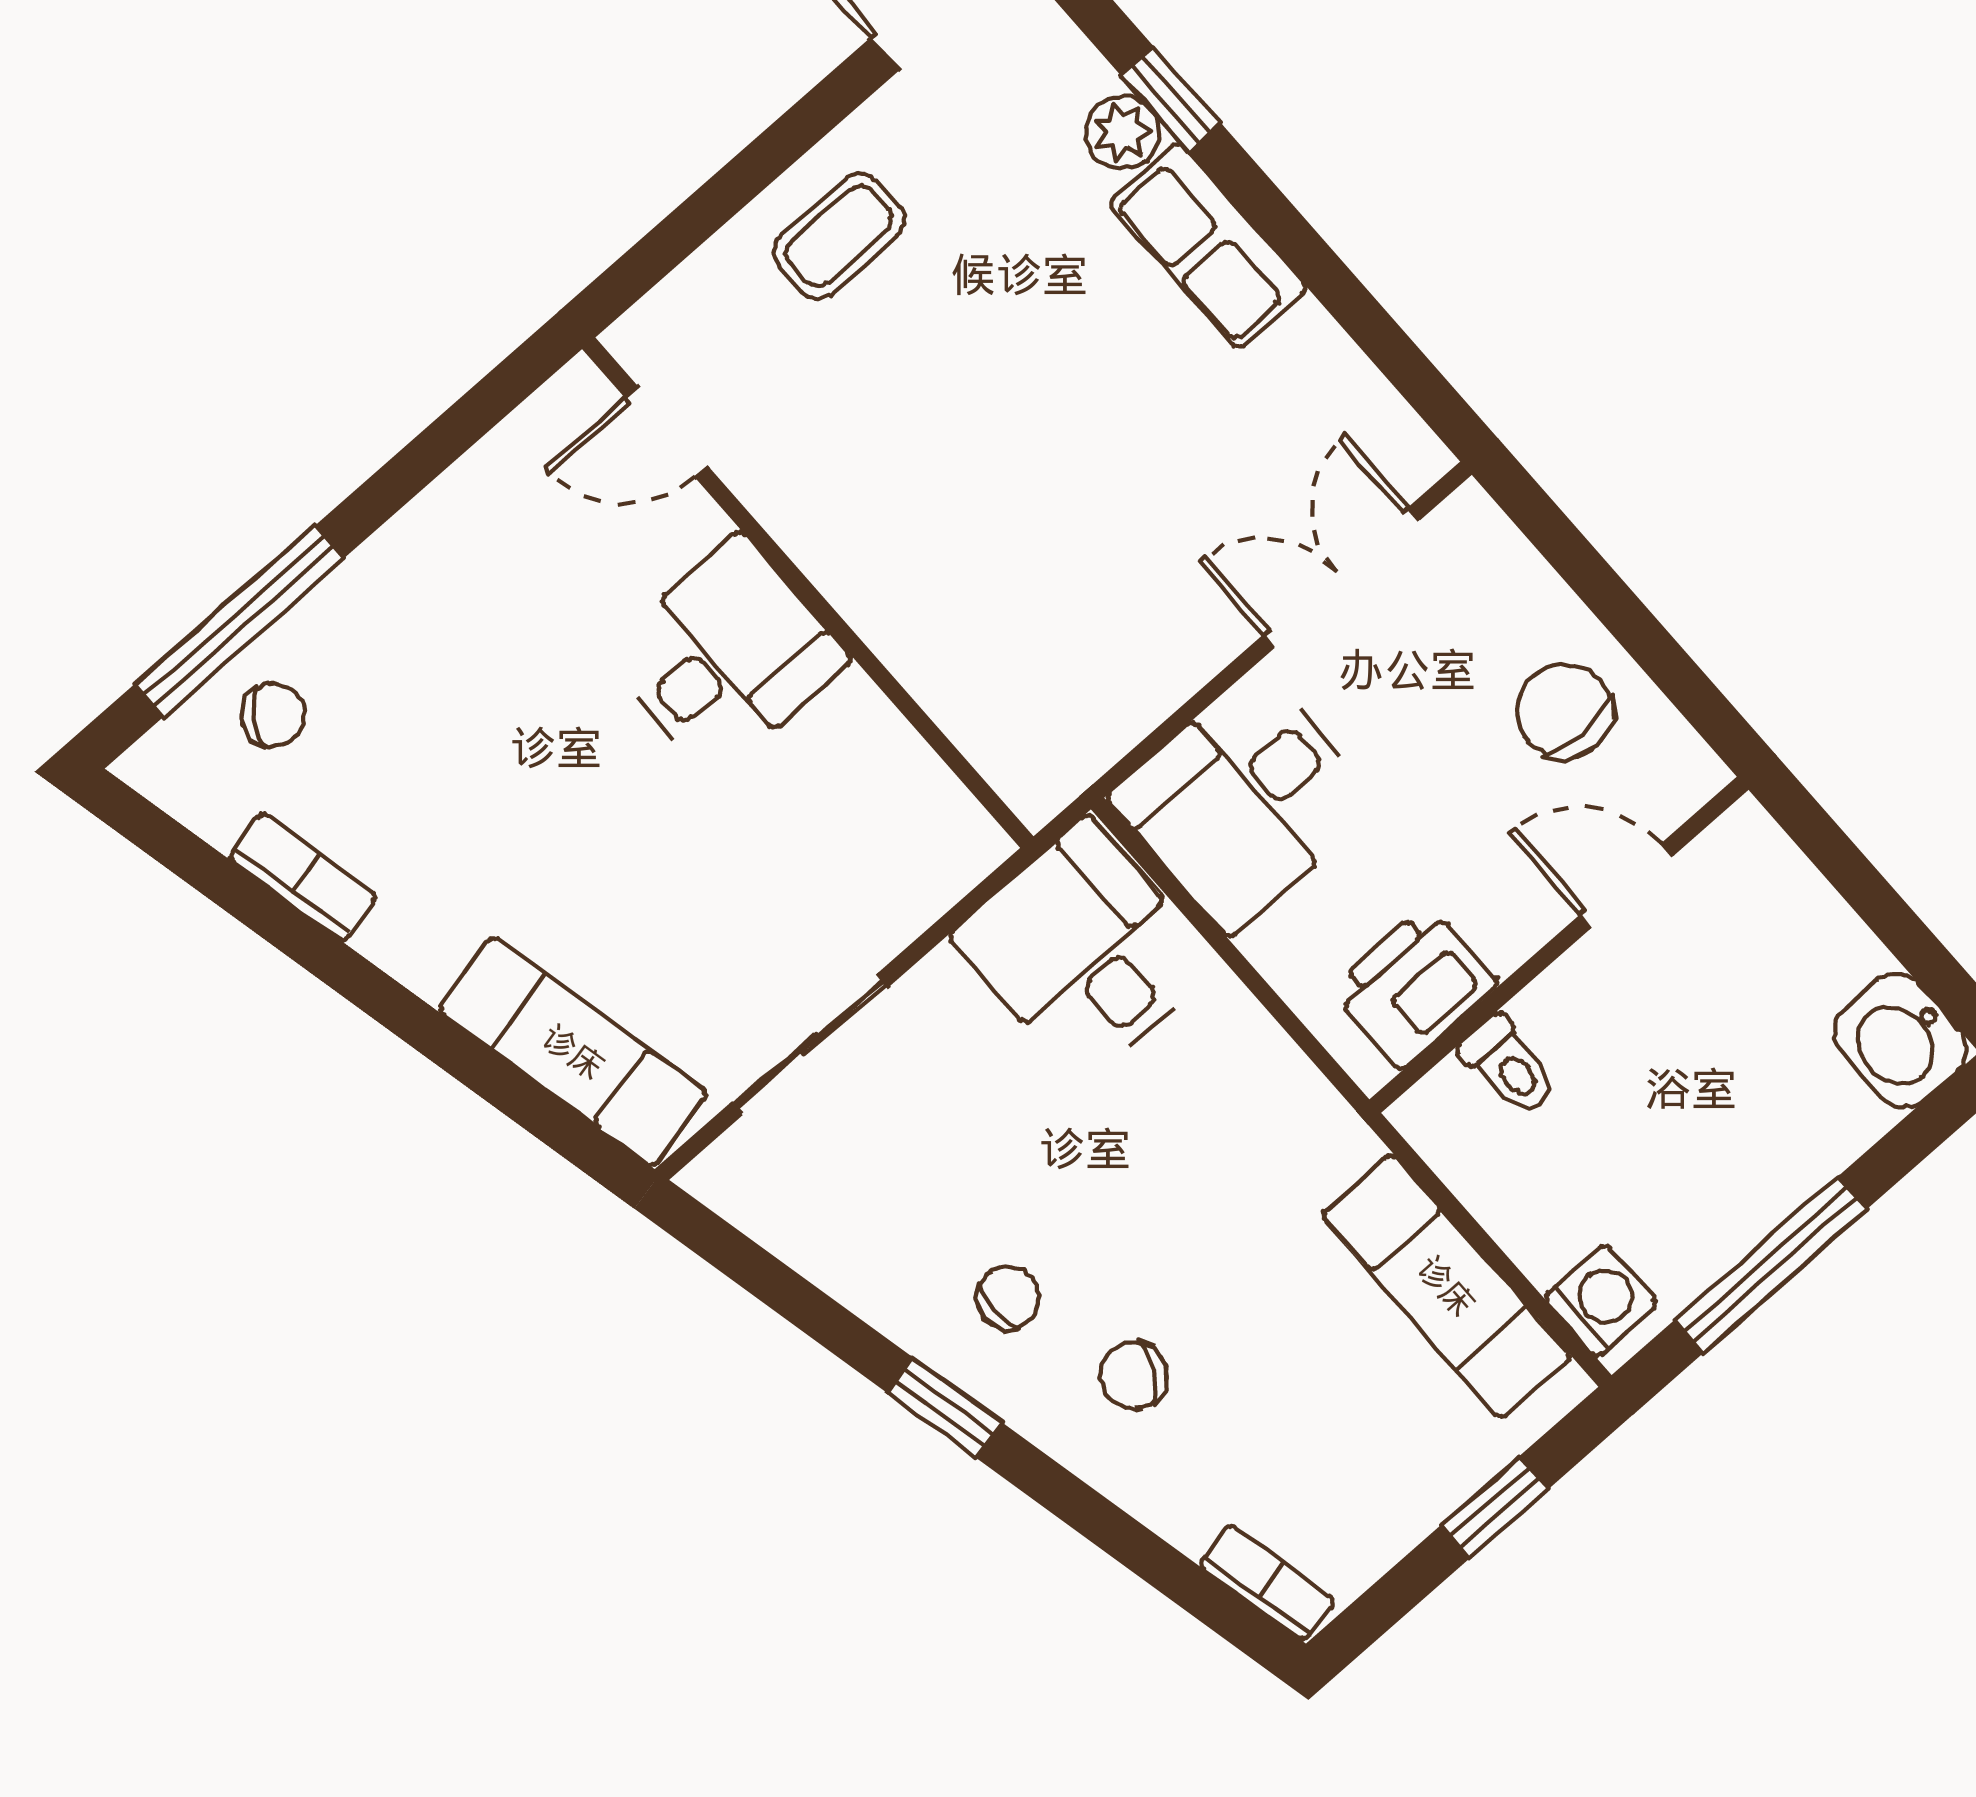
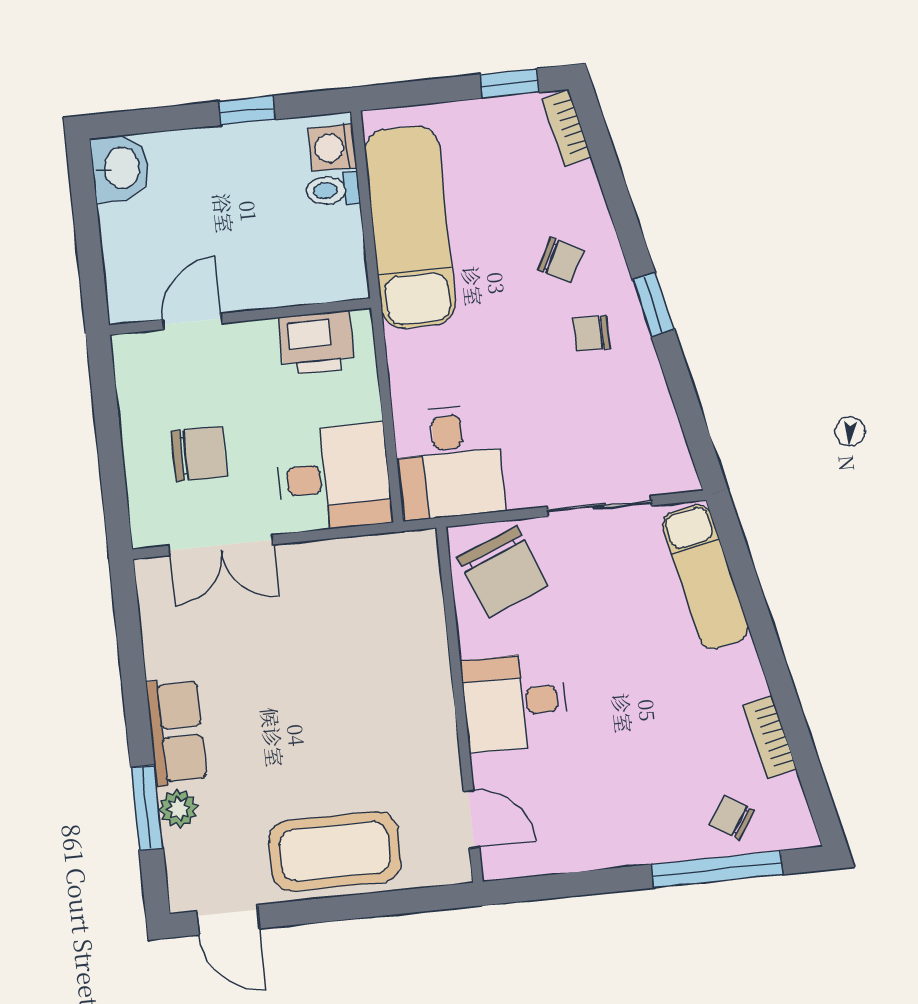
window: (1171, 99) -> (147, 808), width x1.50
coffee table: (839, 236) -> (335, 851), width x1.86, depth x1.72
chair: (1564, 711) -> (199, 454), moved, turned -90
chair: (886, 841) -> (503, 572), added
door: (1626, 885) -> (192, 321), swing flipped
toilet: (1509, 1066) -> (333, 190), moved, turned -90
window: (1771, 1265) -> (247, 110), width x0.46
exam couch: (1446, 1286) -> (410, 227), width x1.36, depth x1.45
window: (1495, 1507) -> (510, 83), moved

